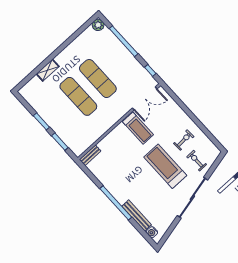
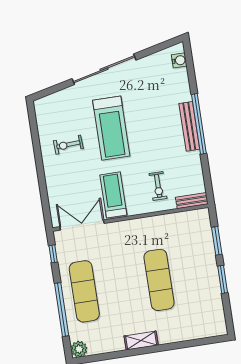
shelving: (48, 70) -> (141, 341), moved
exercise mat: (98, 79) -> (84, 291), moved
exercise bike: (197, 161) -> (158, 186), moved
bench: (137, 215) -> (189, 126), moved

